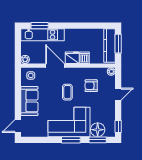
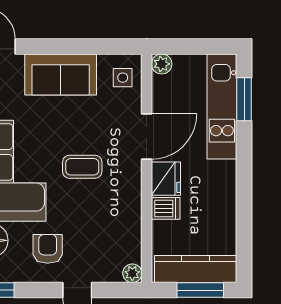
armchair: (91, 86) -> (48, 249), moved

